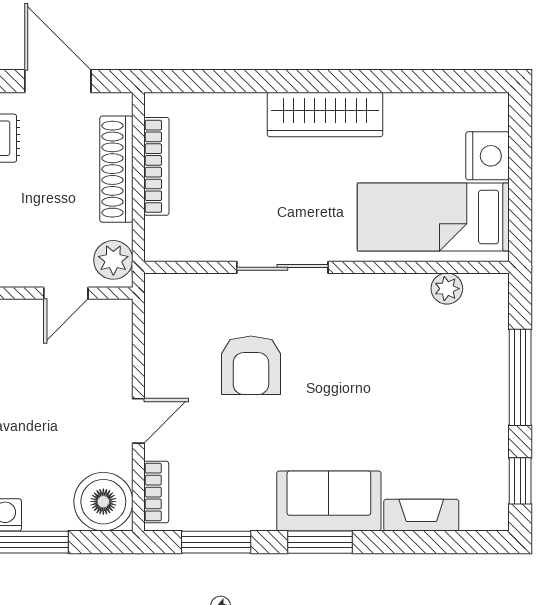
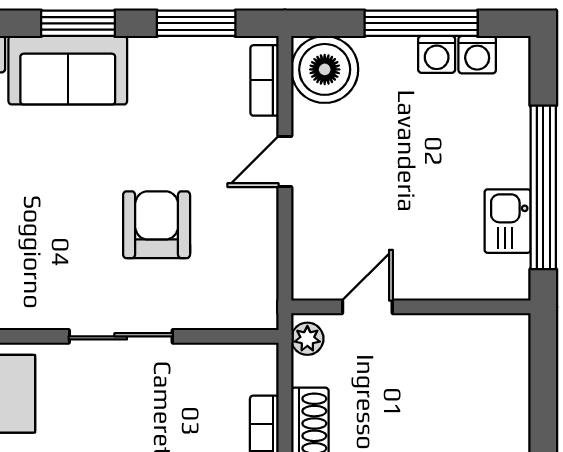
plant: (113, 260) -> (307, 339), width x0.73, depth x0.73

